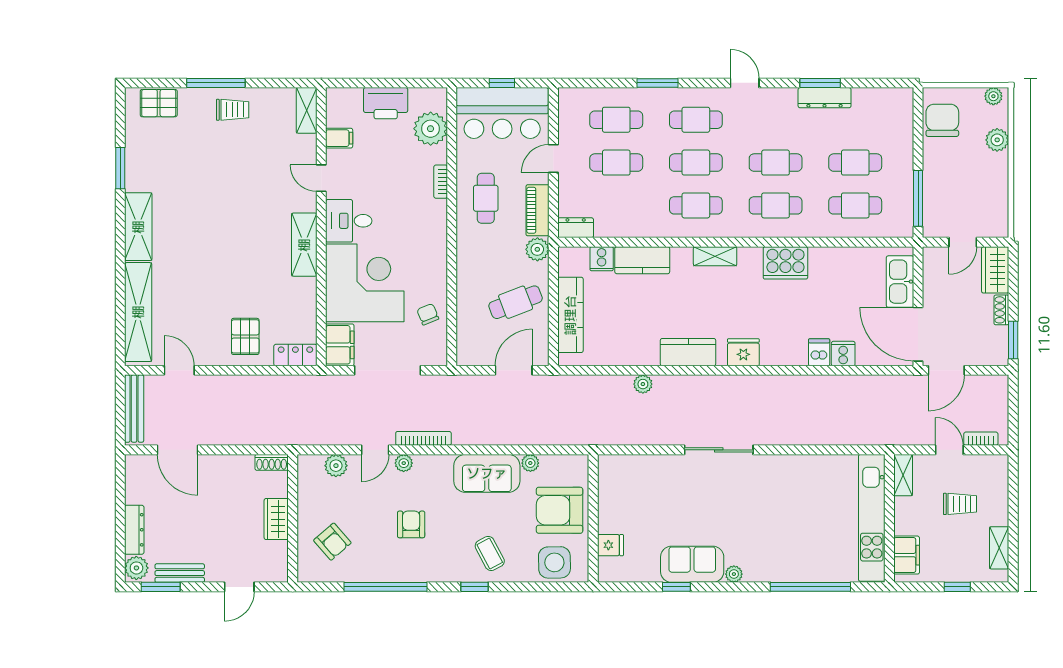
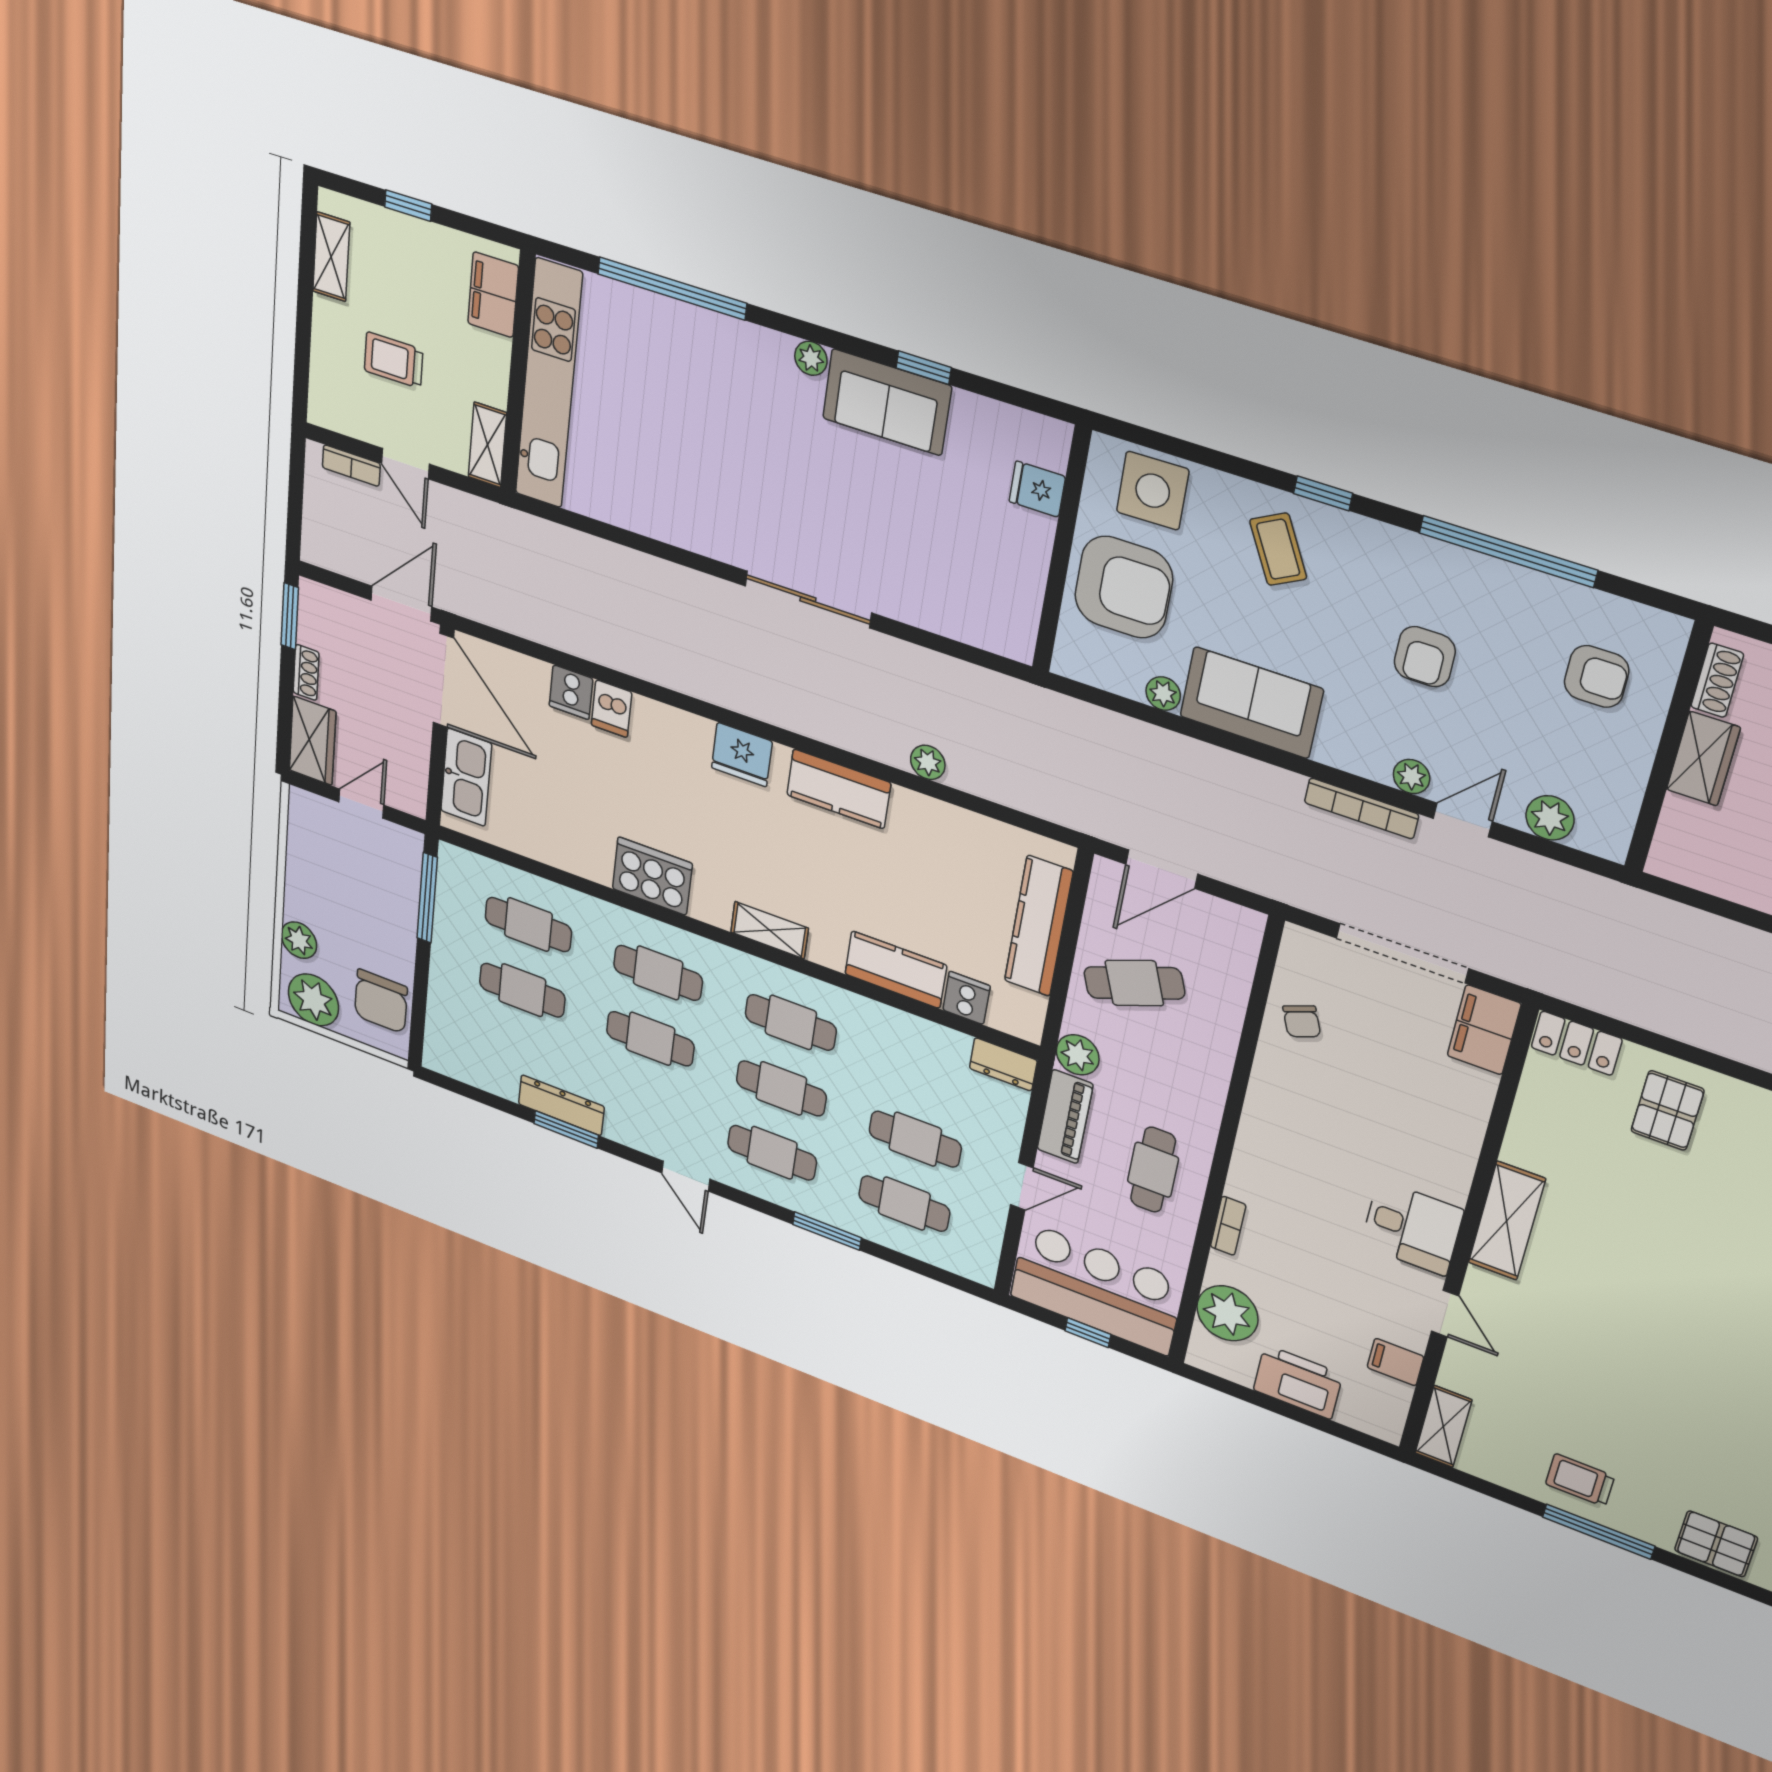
plant: (993, 96) -> (313, 1000), width x1.88, depth x1.88
corner desk: (365, 283) -> (1408, 1116), removed
shoe rack: (272, 462) -> (1717, 680), moved, turned 90
armchair: (332, 542) -> (1597, 676), turned 131

